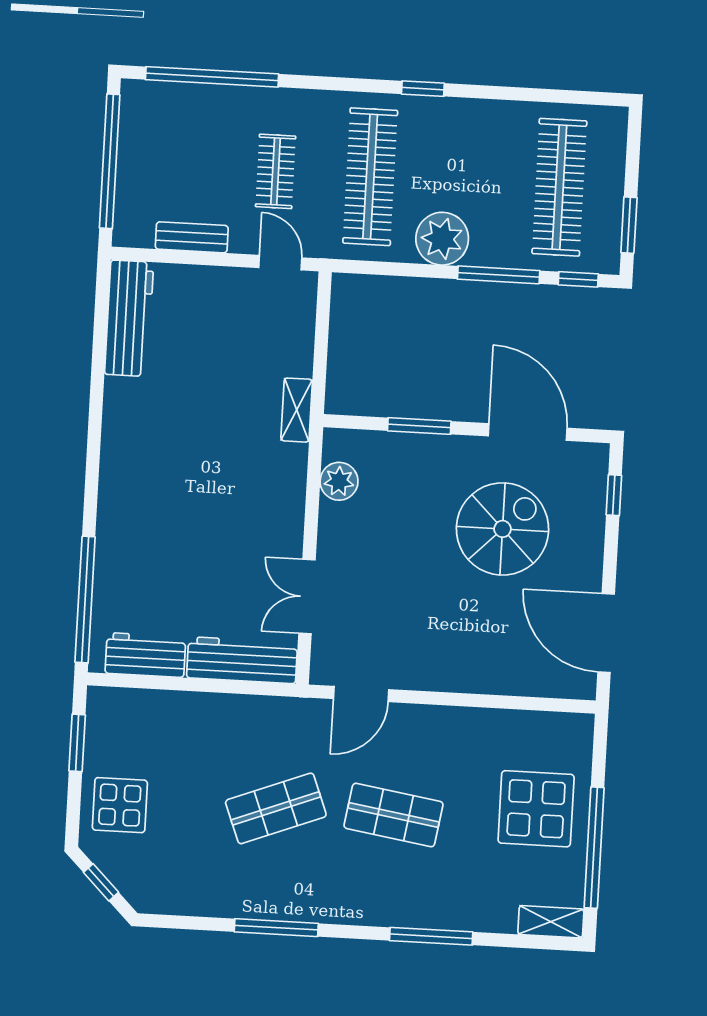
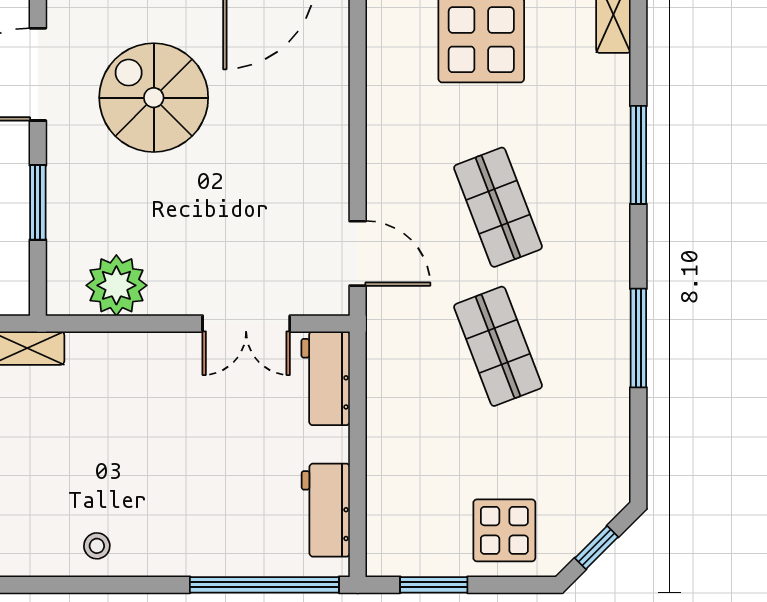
stool: (126, 460) -> (97, 546), added
plant: (339, 481) -> (116, 285), width x1.36, depth x1.36
workbench: (242, 660) -> (326, 378), width x0.73
shop shelf: (394, 815) -> (498, 207), turned -30

